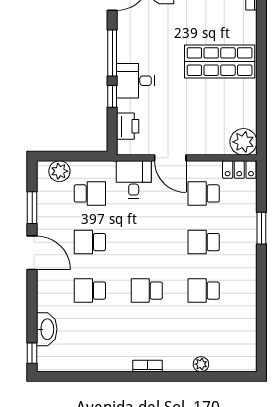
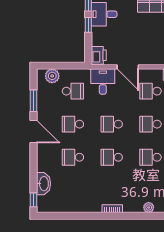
printer: (128, 126) -> (99, 55), moved
school desk: (147, 242) -> (112, 124), added

